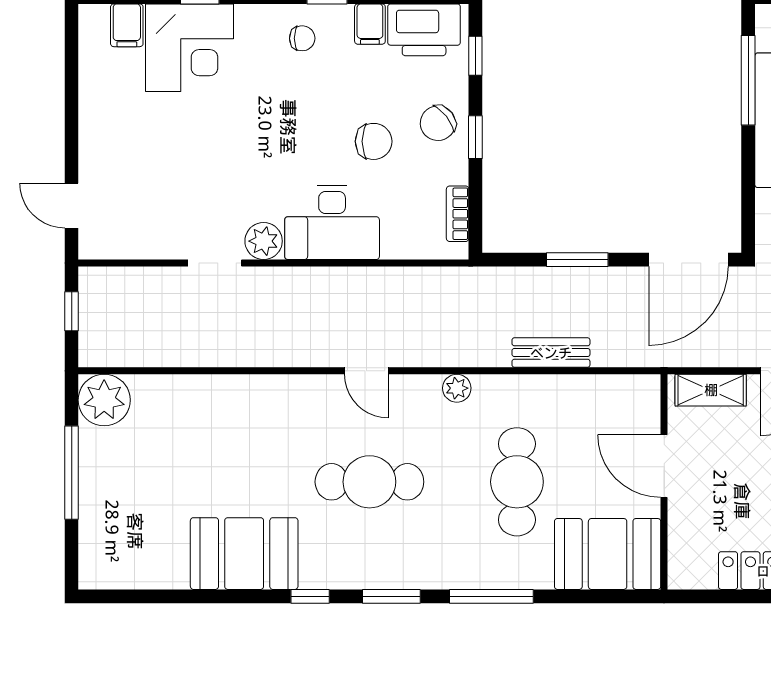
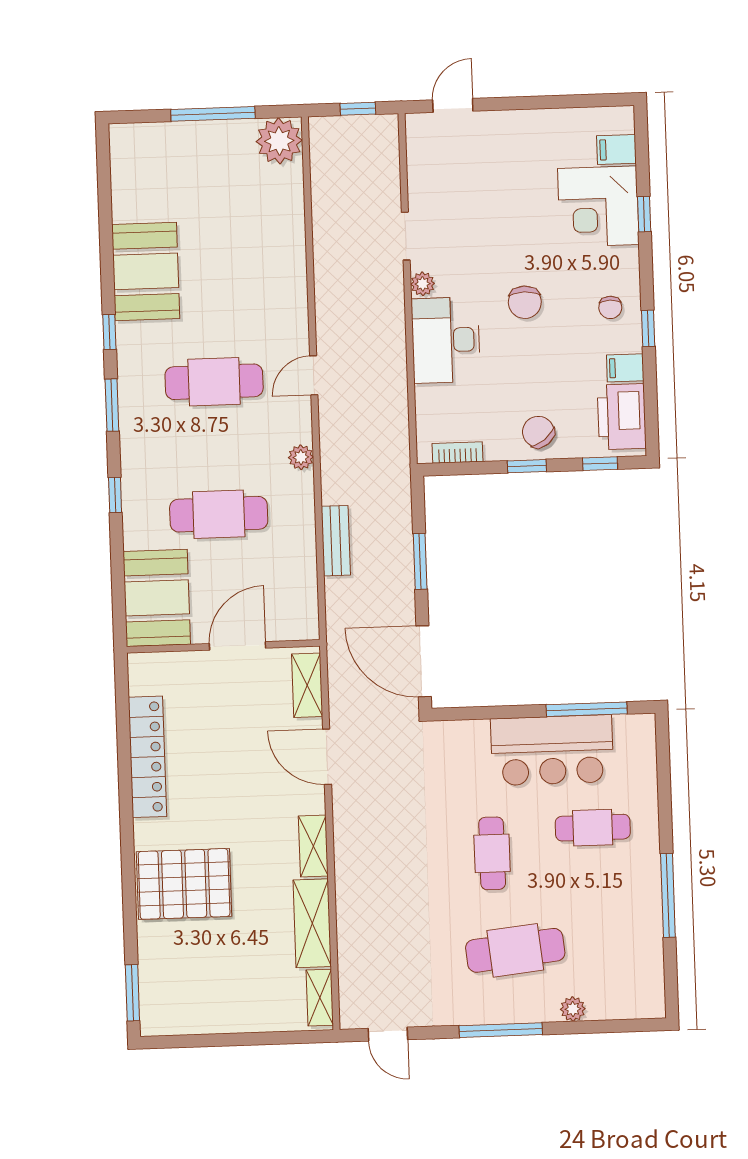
chair: (374, 141) -> (525, 302), moved
plant: (264, 241) -> (423, 284), width x0.73, depth x0.73
cafe table: (369, 482) -> (214, 382), turned 90
window: (491, 596) -> (115, 495), width x0.46

